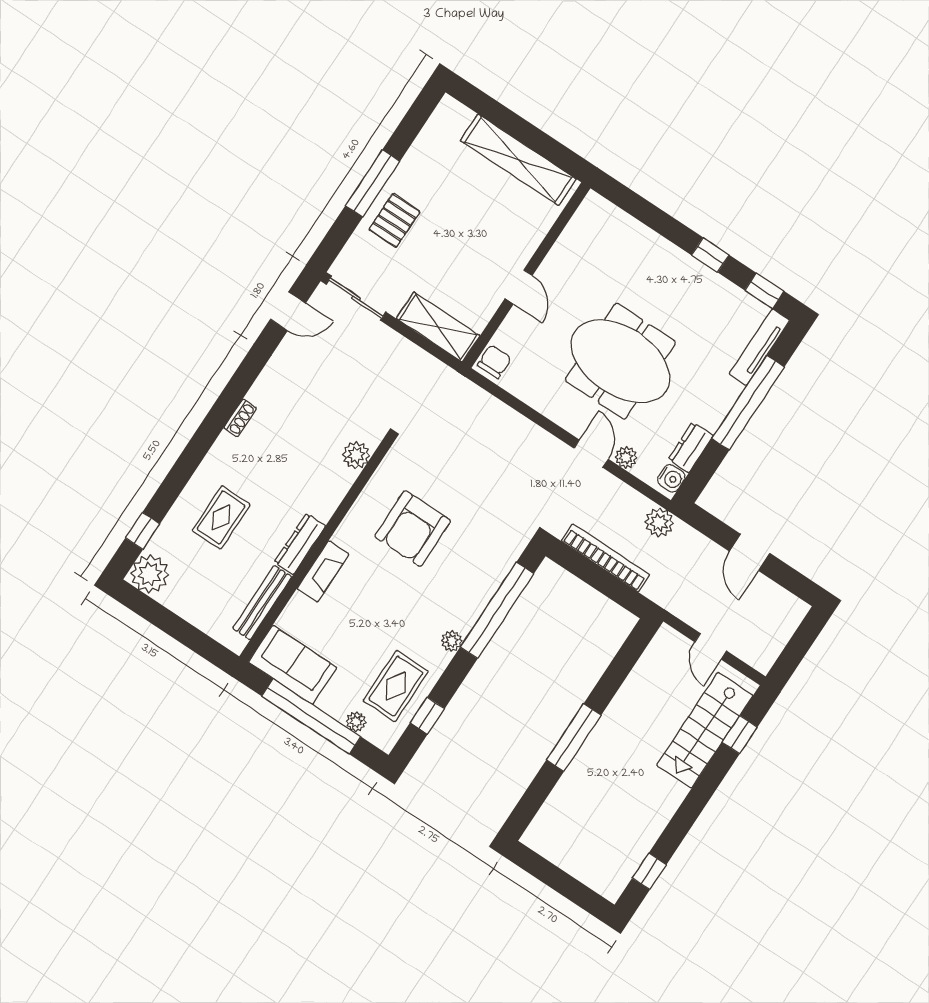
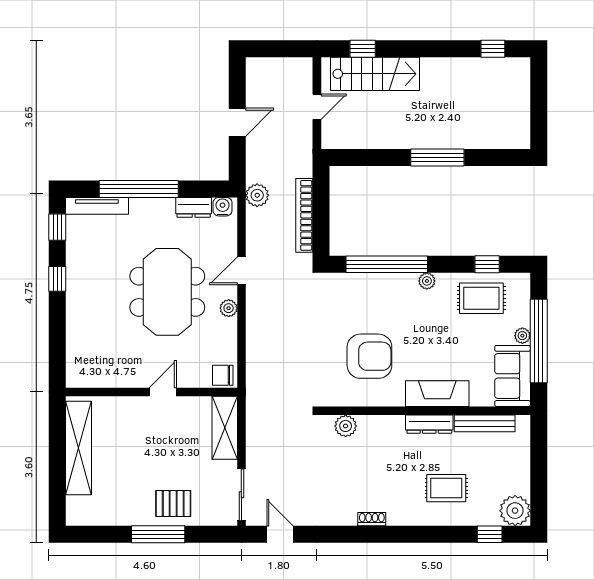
plant: (626, 457) -> (229, 308), moved
fireplace: (323, 571) -> (437, 394), width x1.37, depth x1.32
plant: (356, 722) -> (522, 336), moved

